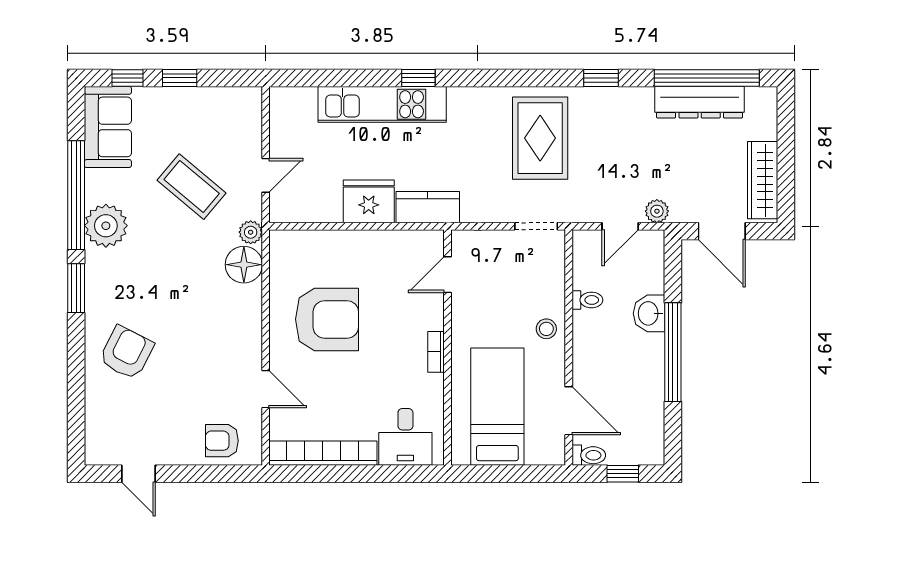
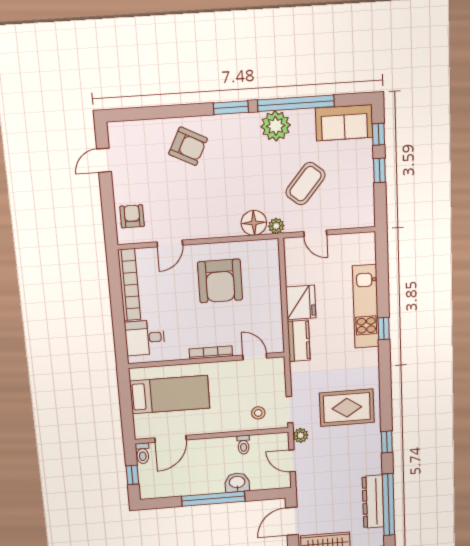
plant: (657, 211) -> (301, 435), moved
stool: (546, 329) -> (258, 413), moved
bookcase: (436, 352) -> (211, 353), width x1.56

